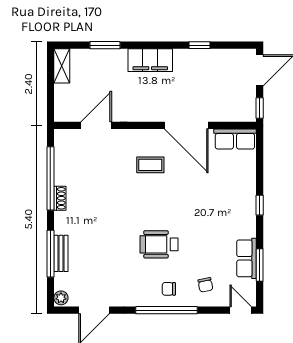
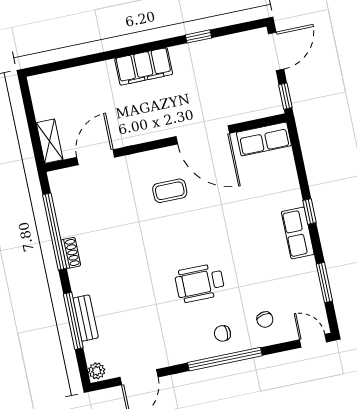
window: (105, 45) -> (86, 60), removed
shelving: (62, 66) -> (50, 141), moved
row of seats: (246, 258) -> (298, 233), moved

